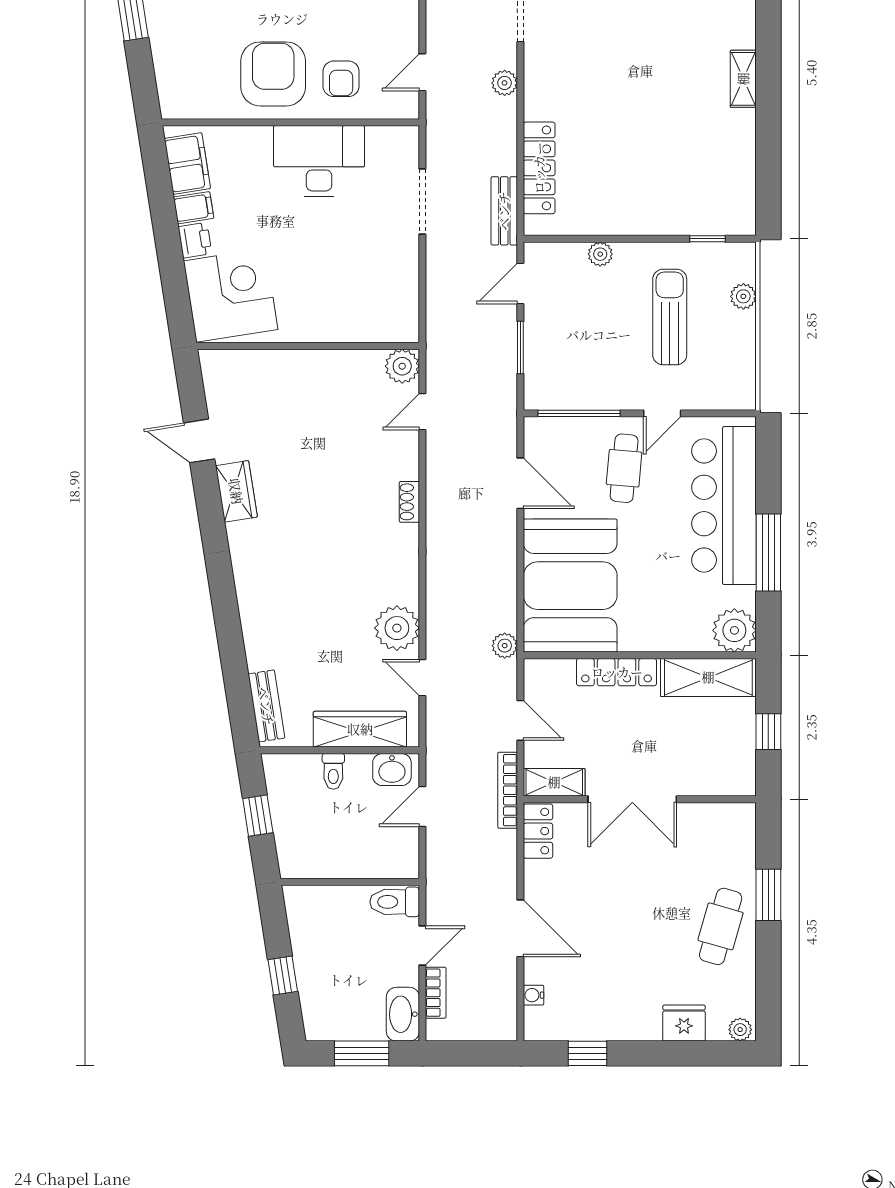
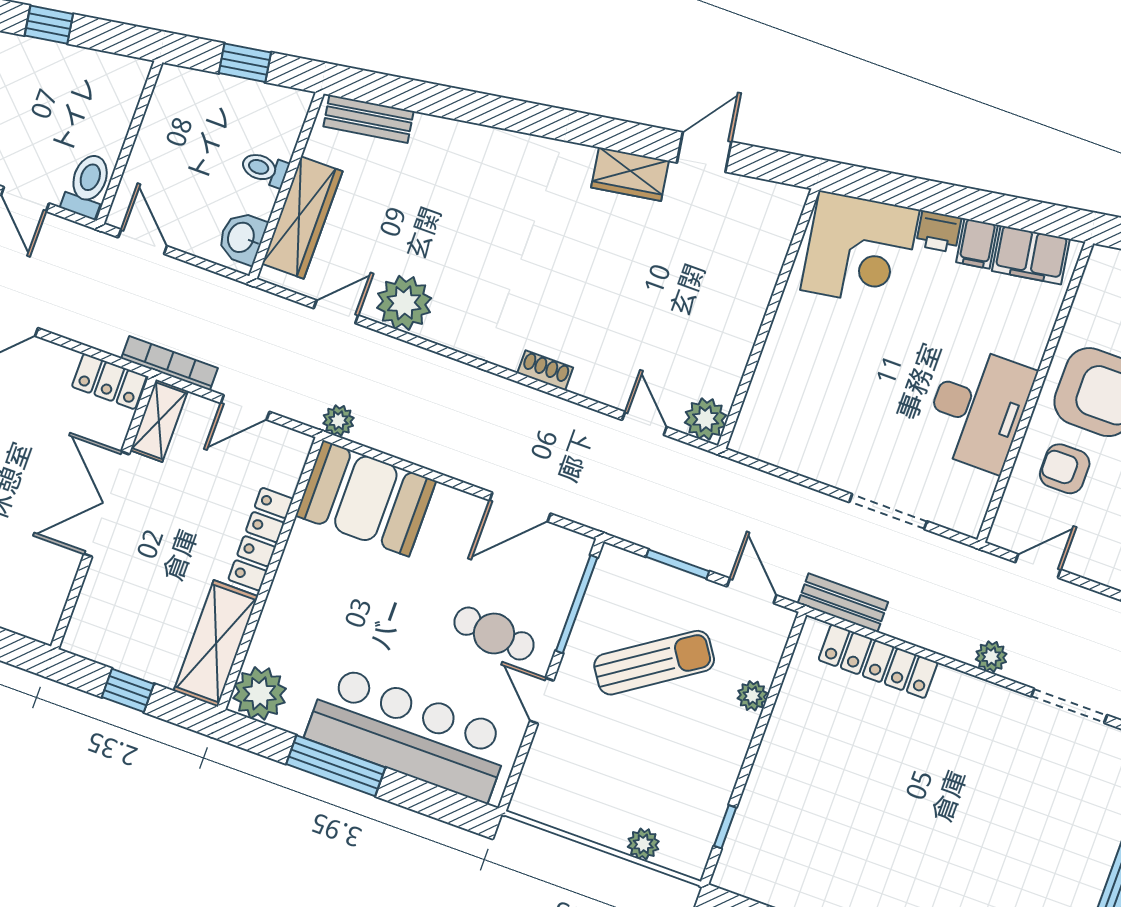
door: (422, 72) -> (1038, 566), hinge flipped
sun lounger: (670, 317) -> (654, 663), moved, turned -34
booth: (570, 586) -> (366, 498), width x0.73, depth x0.70
door: (422, 806) -> (143, 242), moved

